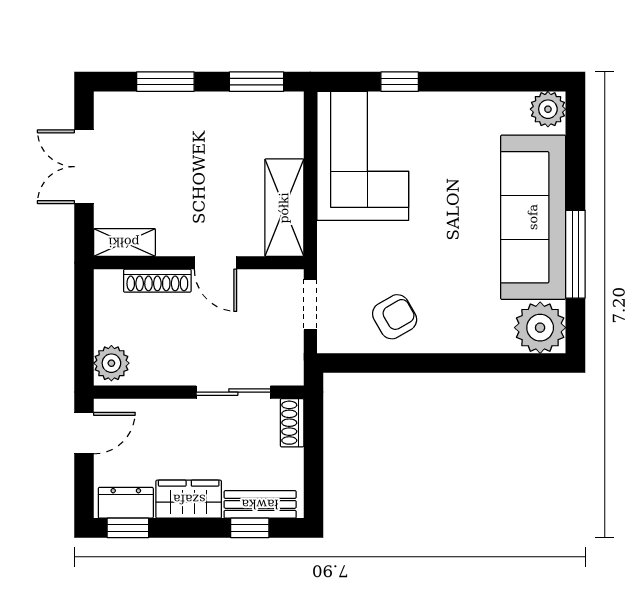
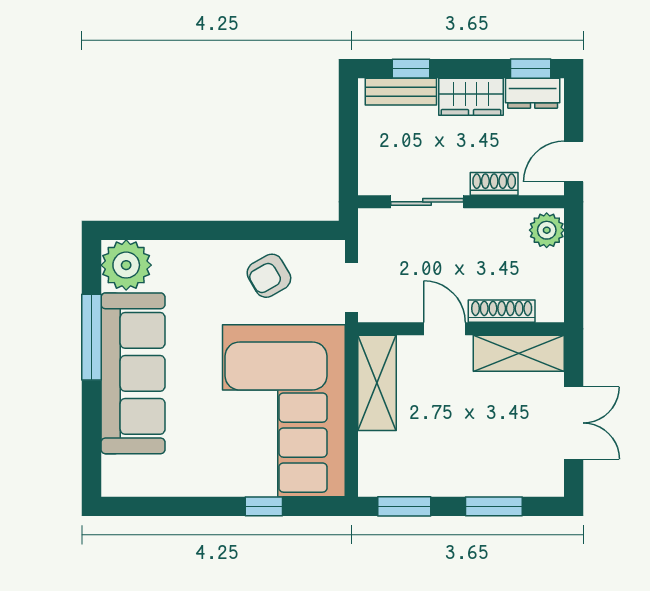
plant: (548, 109) -> (118, 479), removed
corner sofa: (363, 156) -> (284, 411), width x1.36, depth x1.36
shelving: (124, 242) -> (519, 353), width x1.50, depth x1.33
shoe rack: (292, 423) -> (494, 184), moved, turned -90

